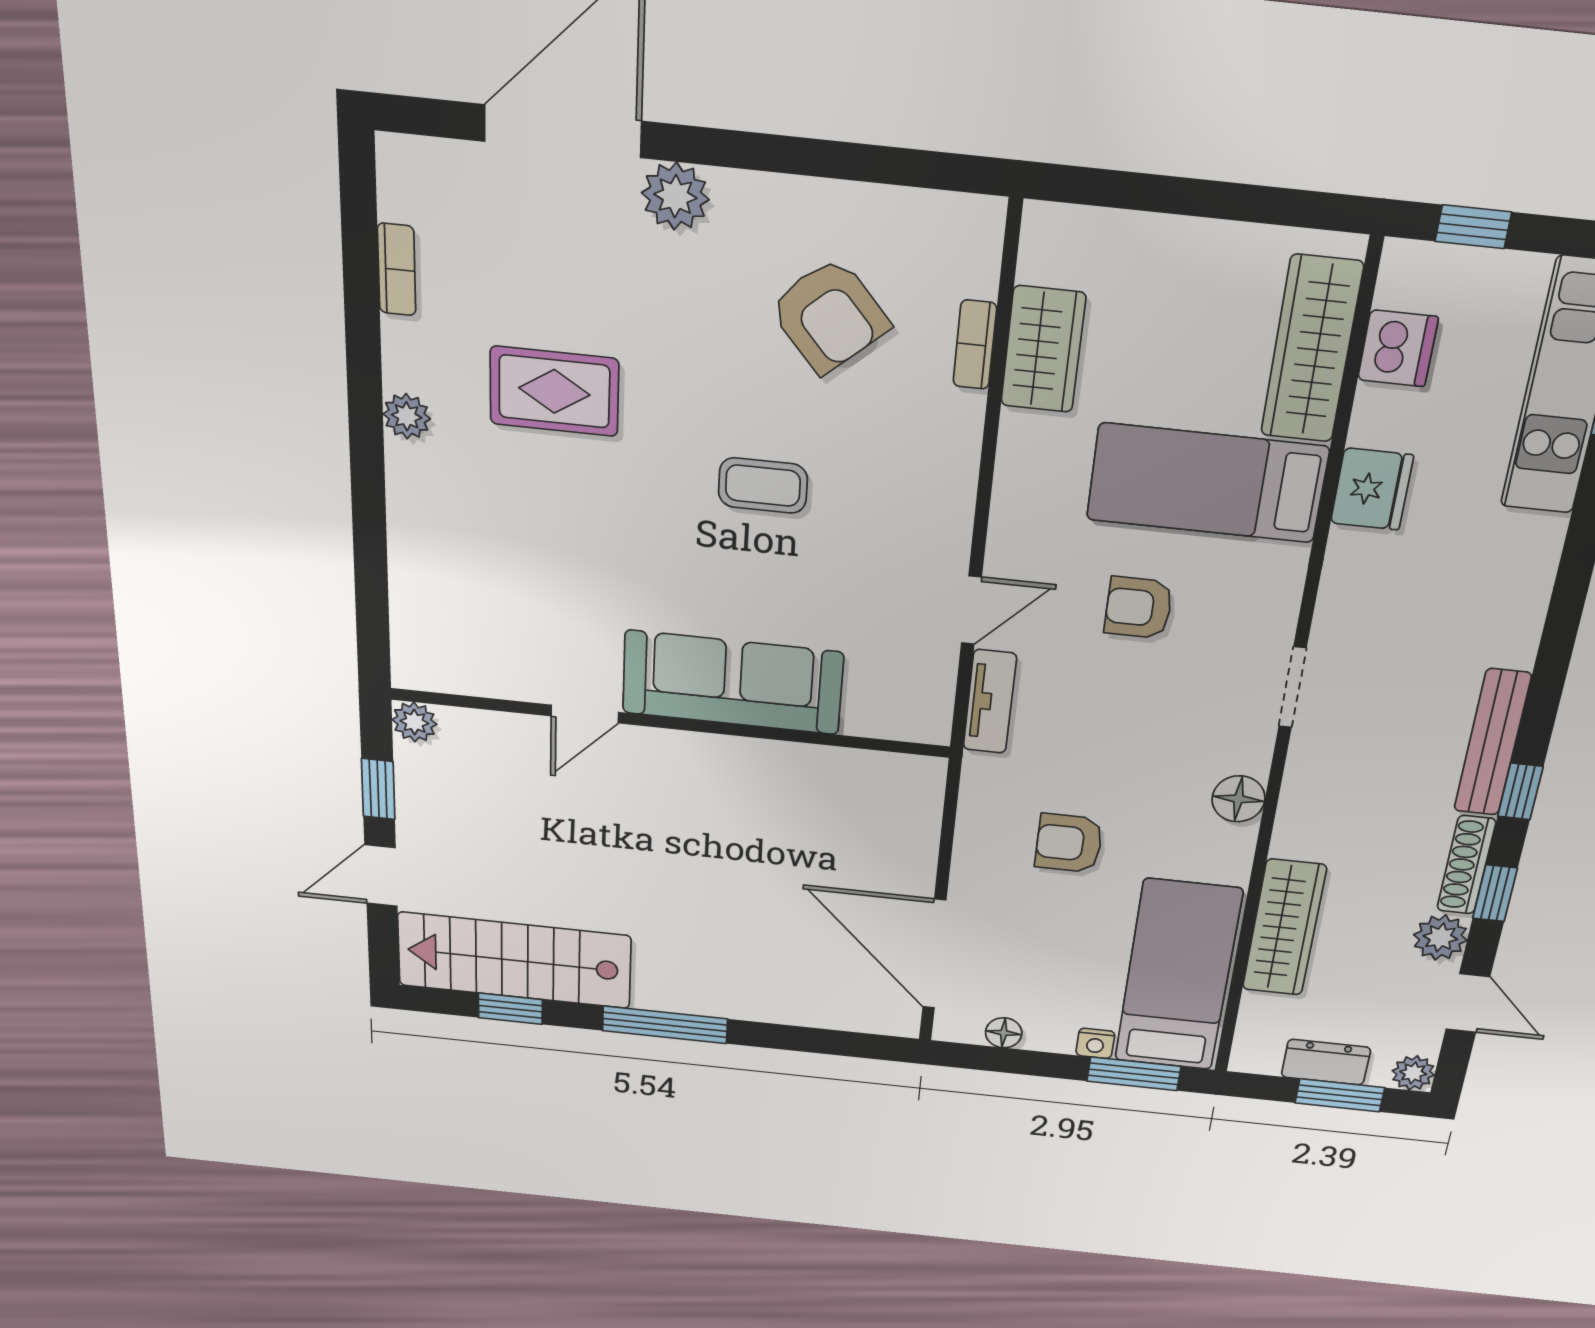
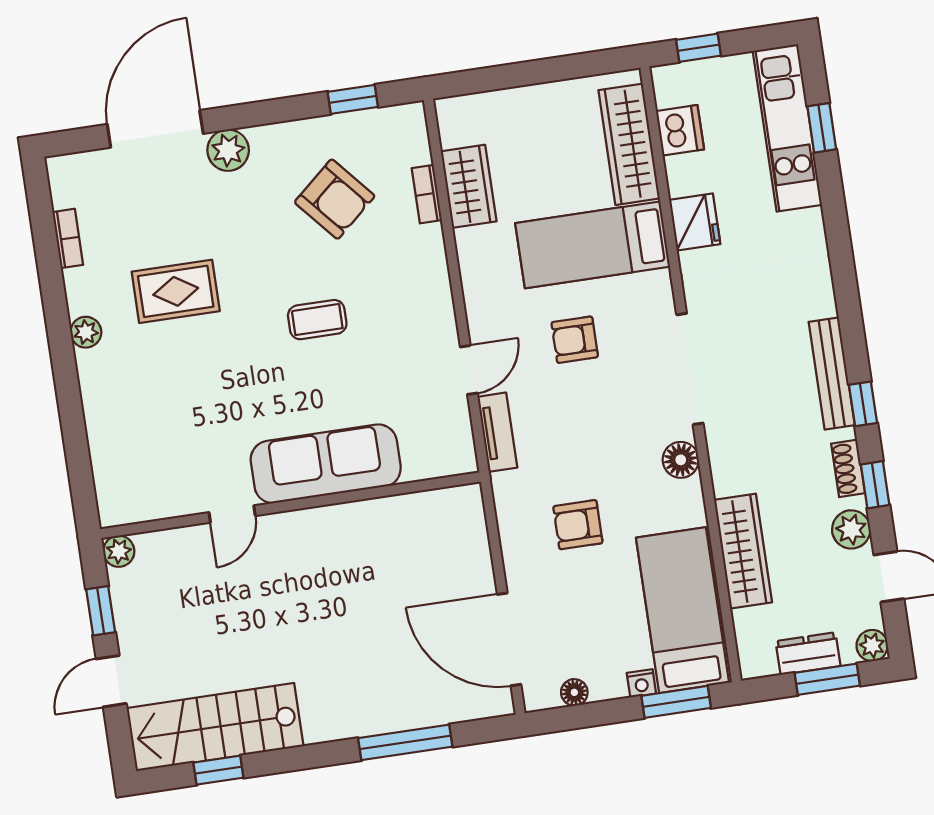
window: (894, 166) -> (353, 99), added
doorway: (1292, 687) -> (690, 369), width x1.88
shoe rack: (1466, 865) -> (848, 468), width x0.70
window: (665, 1025) -> (405, 742), moved

